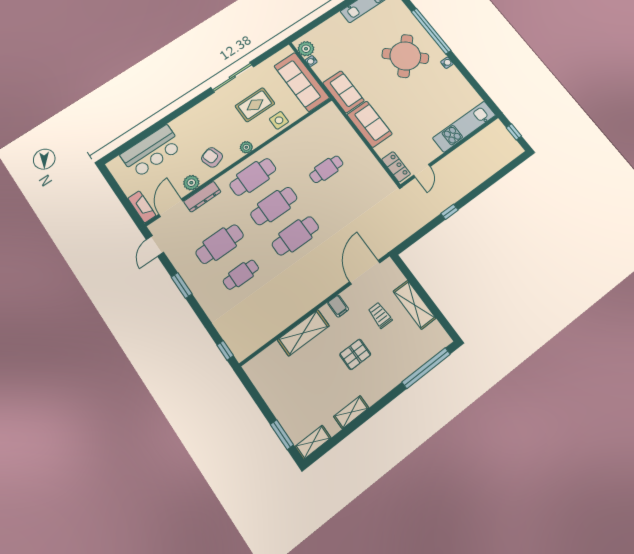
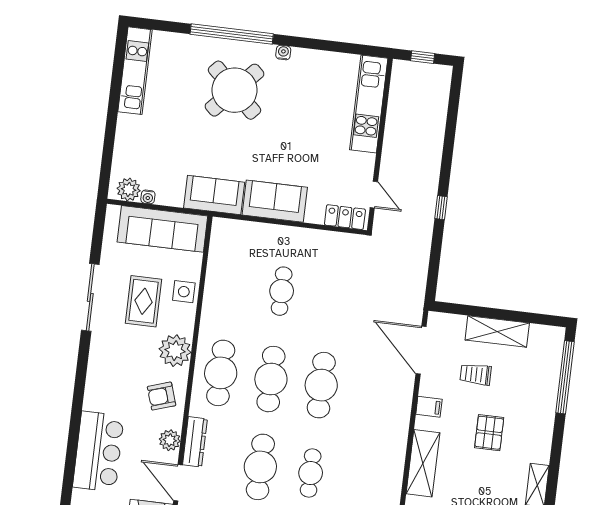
plant: (246, 147) -> (175, 351), width x1.88, depth x1.88

